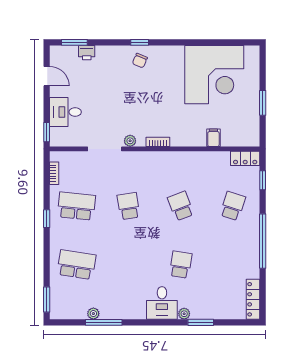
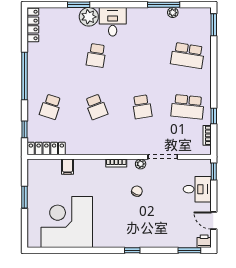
printer: (87, 53) -> (204, 241), moved
chair: (140, 61) -> (137, 191), moved
locker: (245, 158) -> (46, 148), width x1.53
window: (47, 219) -> (214, 116), moved
plant: (184, 314) -> (89, 17), width x1.88, depth x1.88

